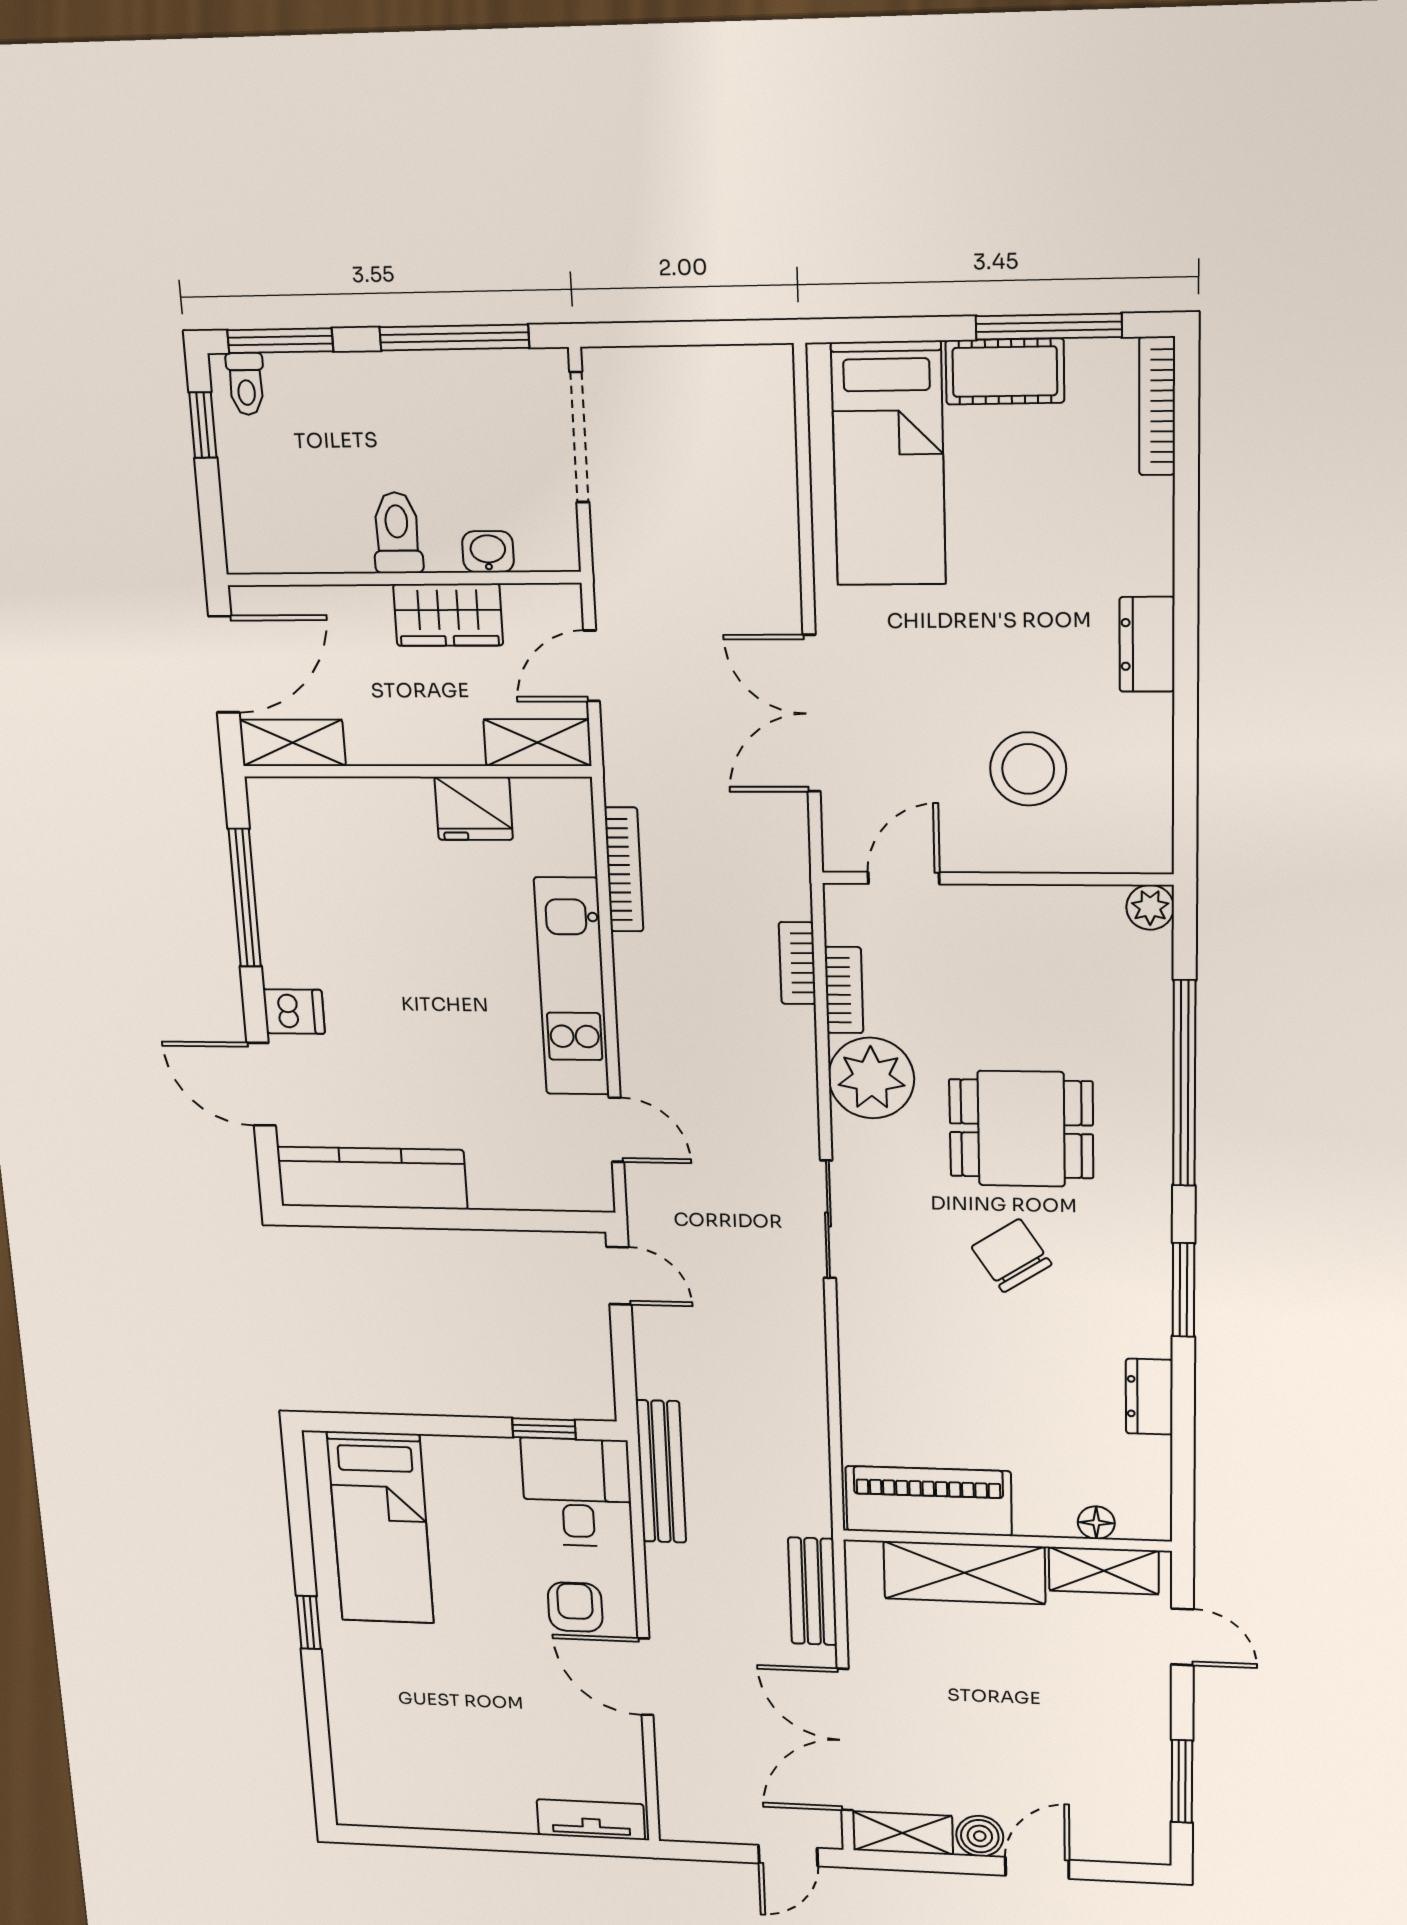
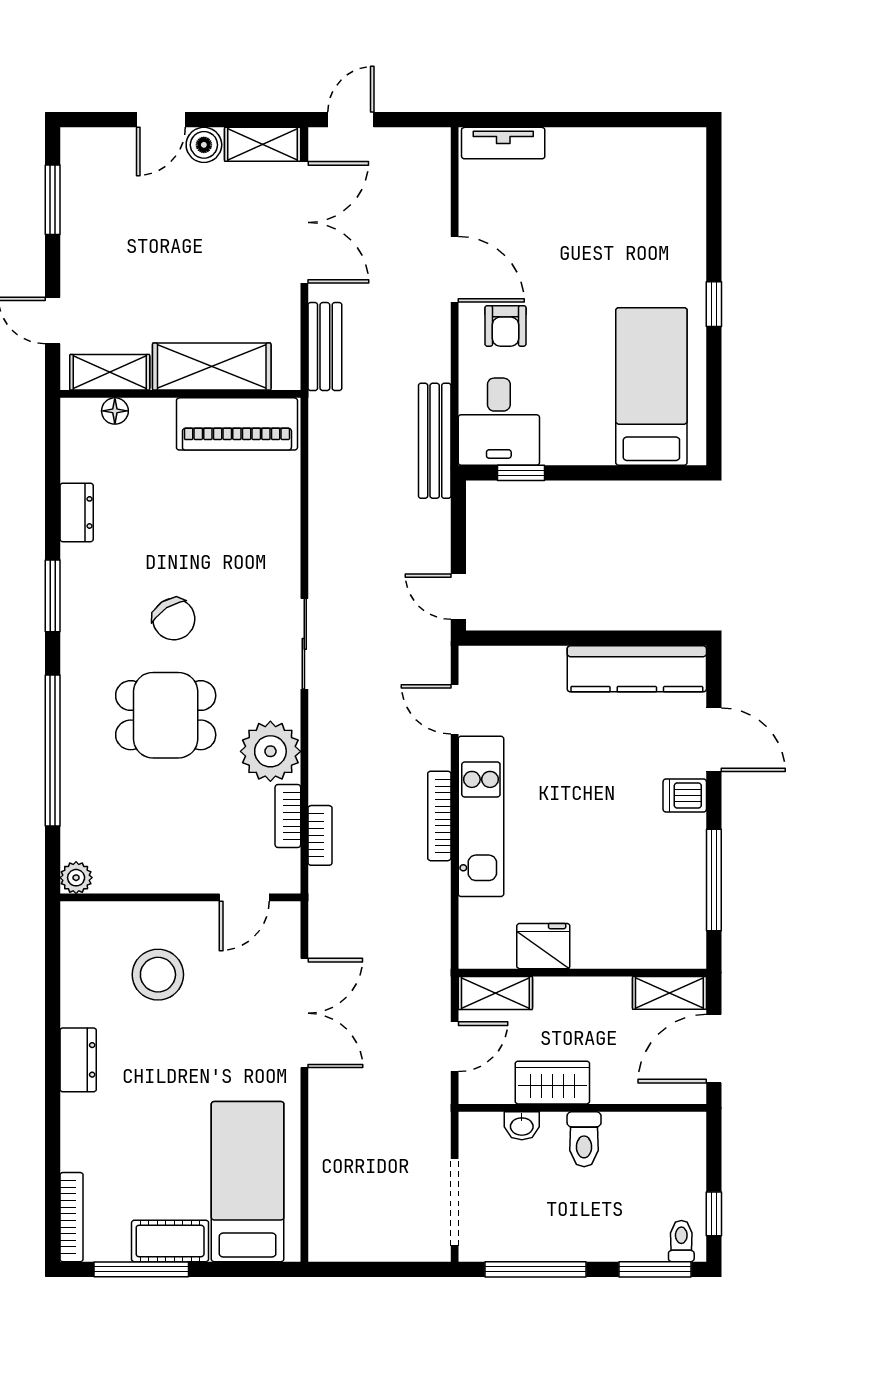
bookcase: (624, 870) -> (439, 816), moved

